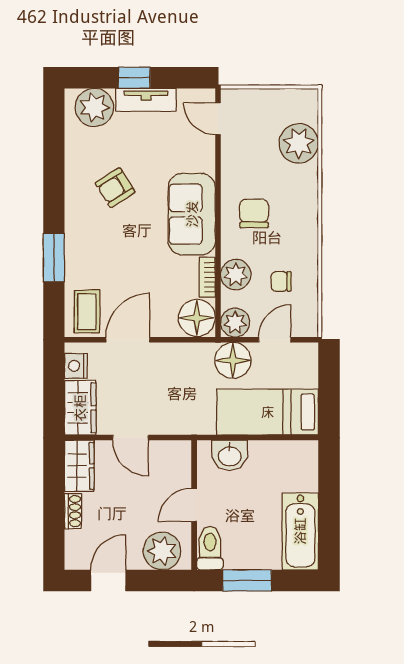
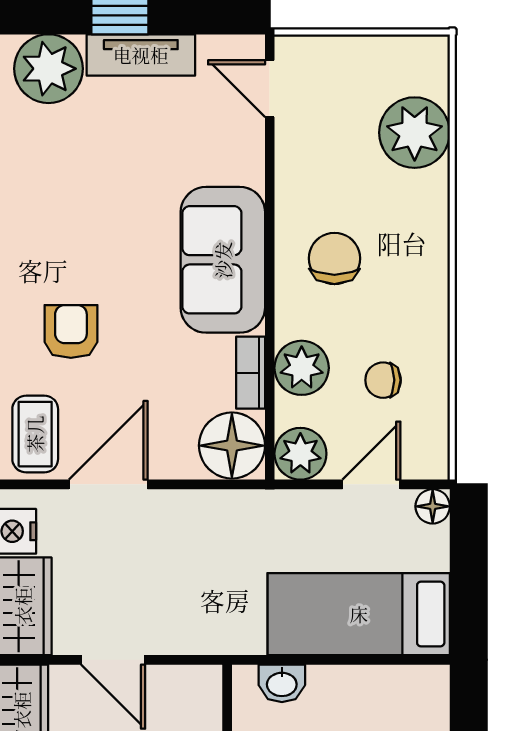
armchair: (115, 188) -> (71, 332), moved, turned 122
floor lamp: (233, 360) -> (433, 506), moved, width x0.53, depth x0.53
washbasin: (230, 455) -> (282, 683), width x0.72, depth x0.69

